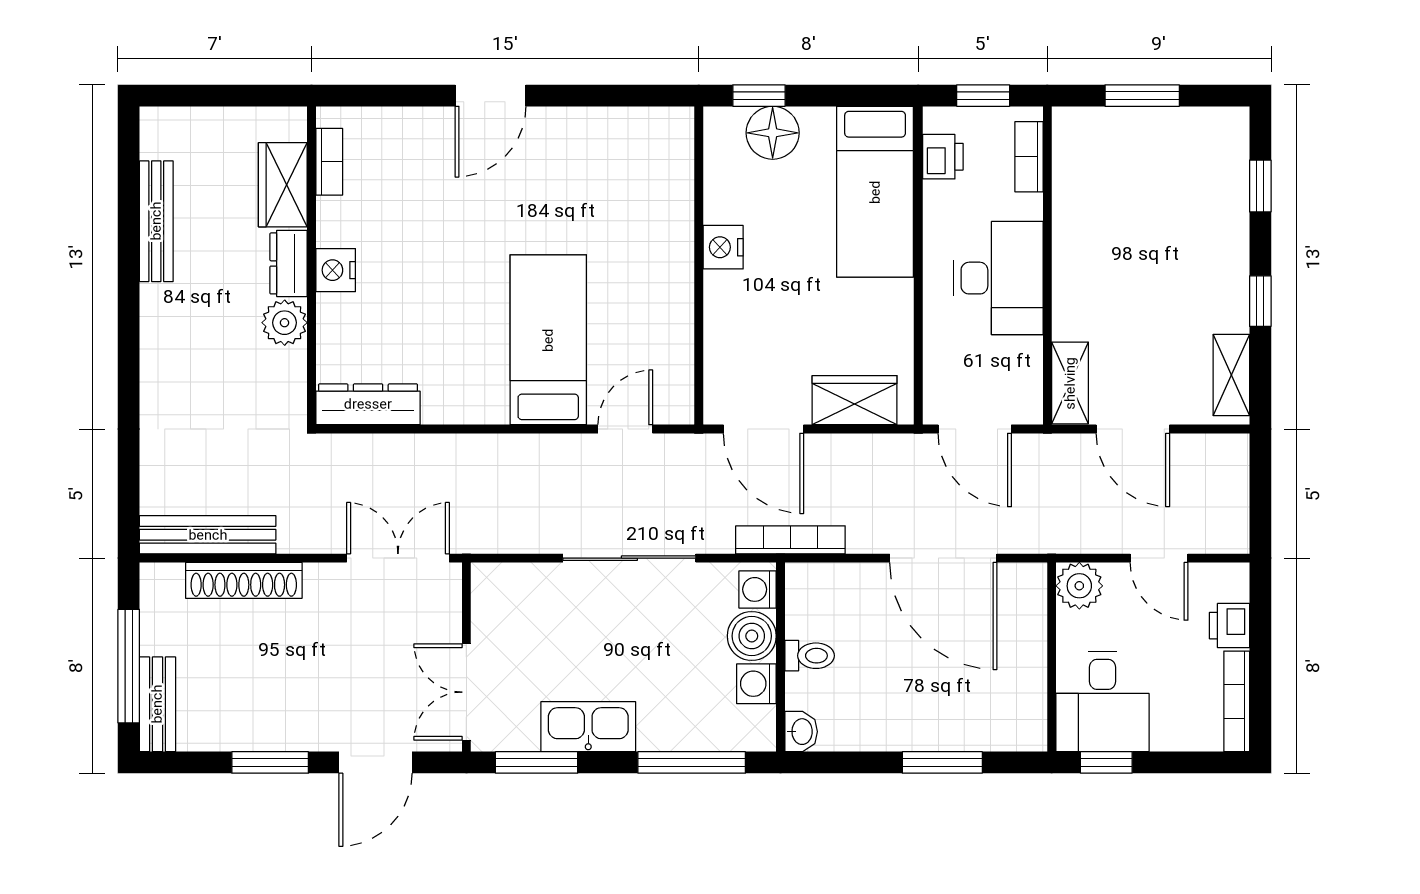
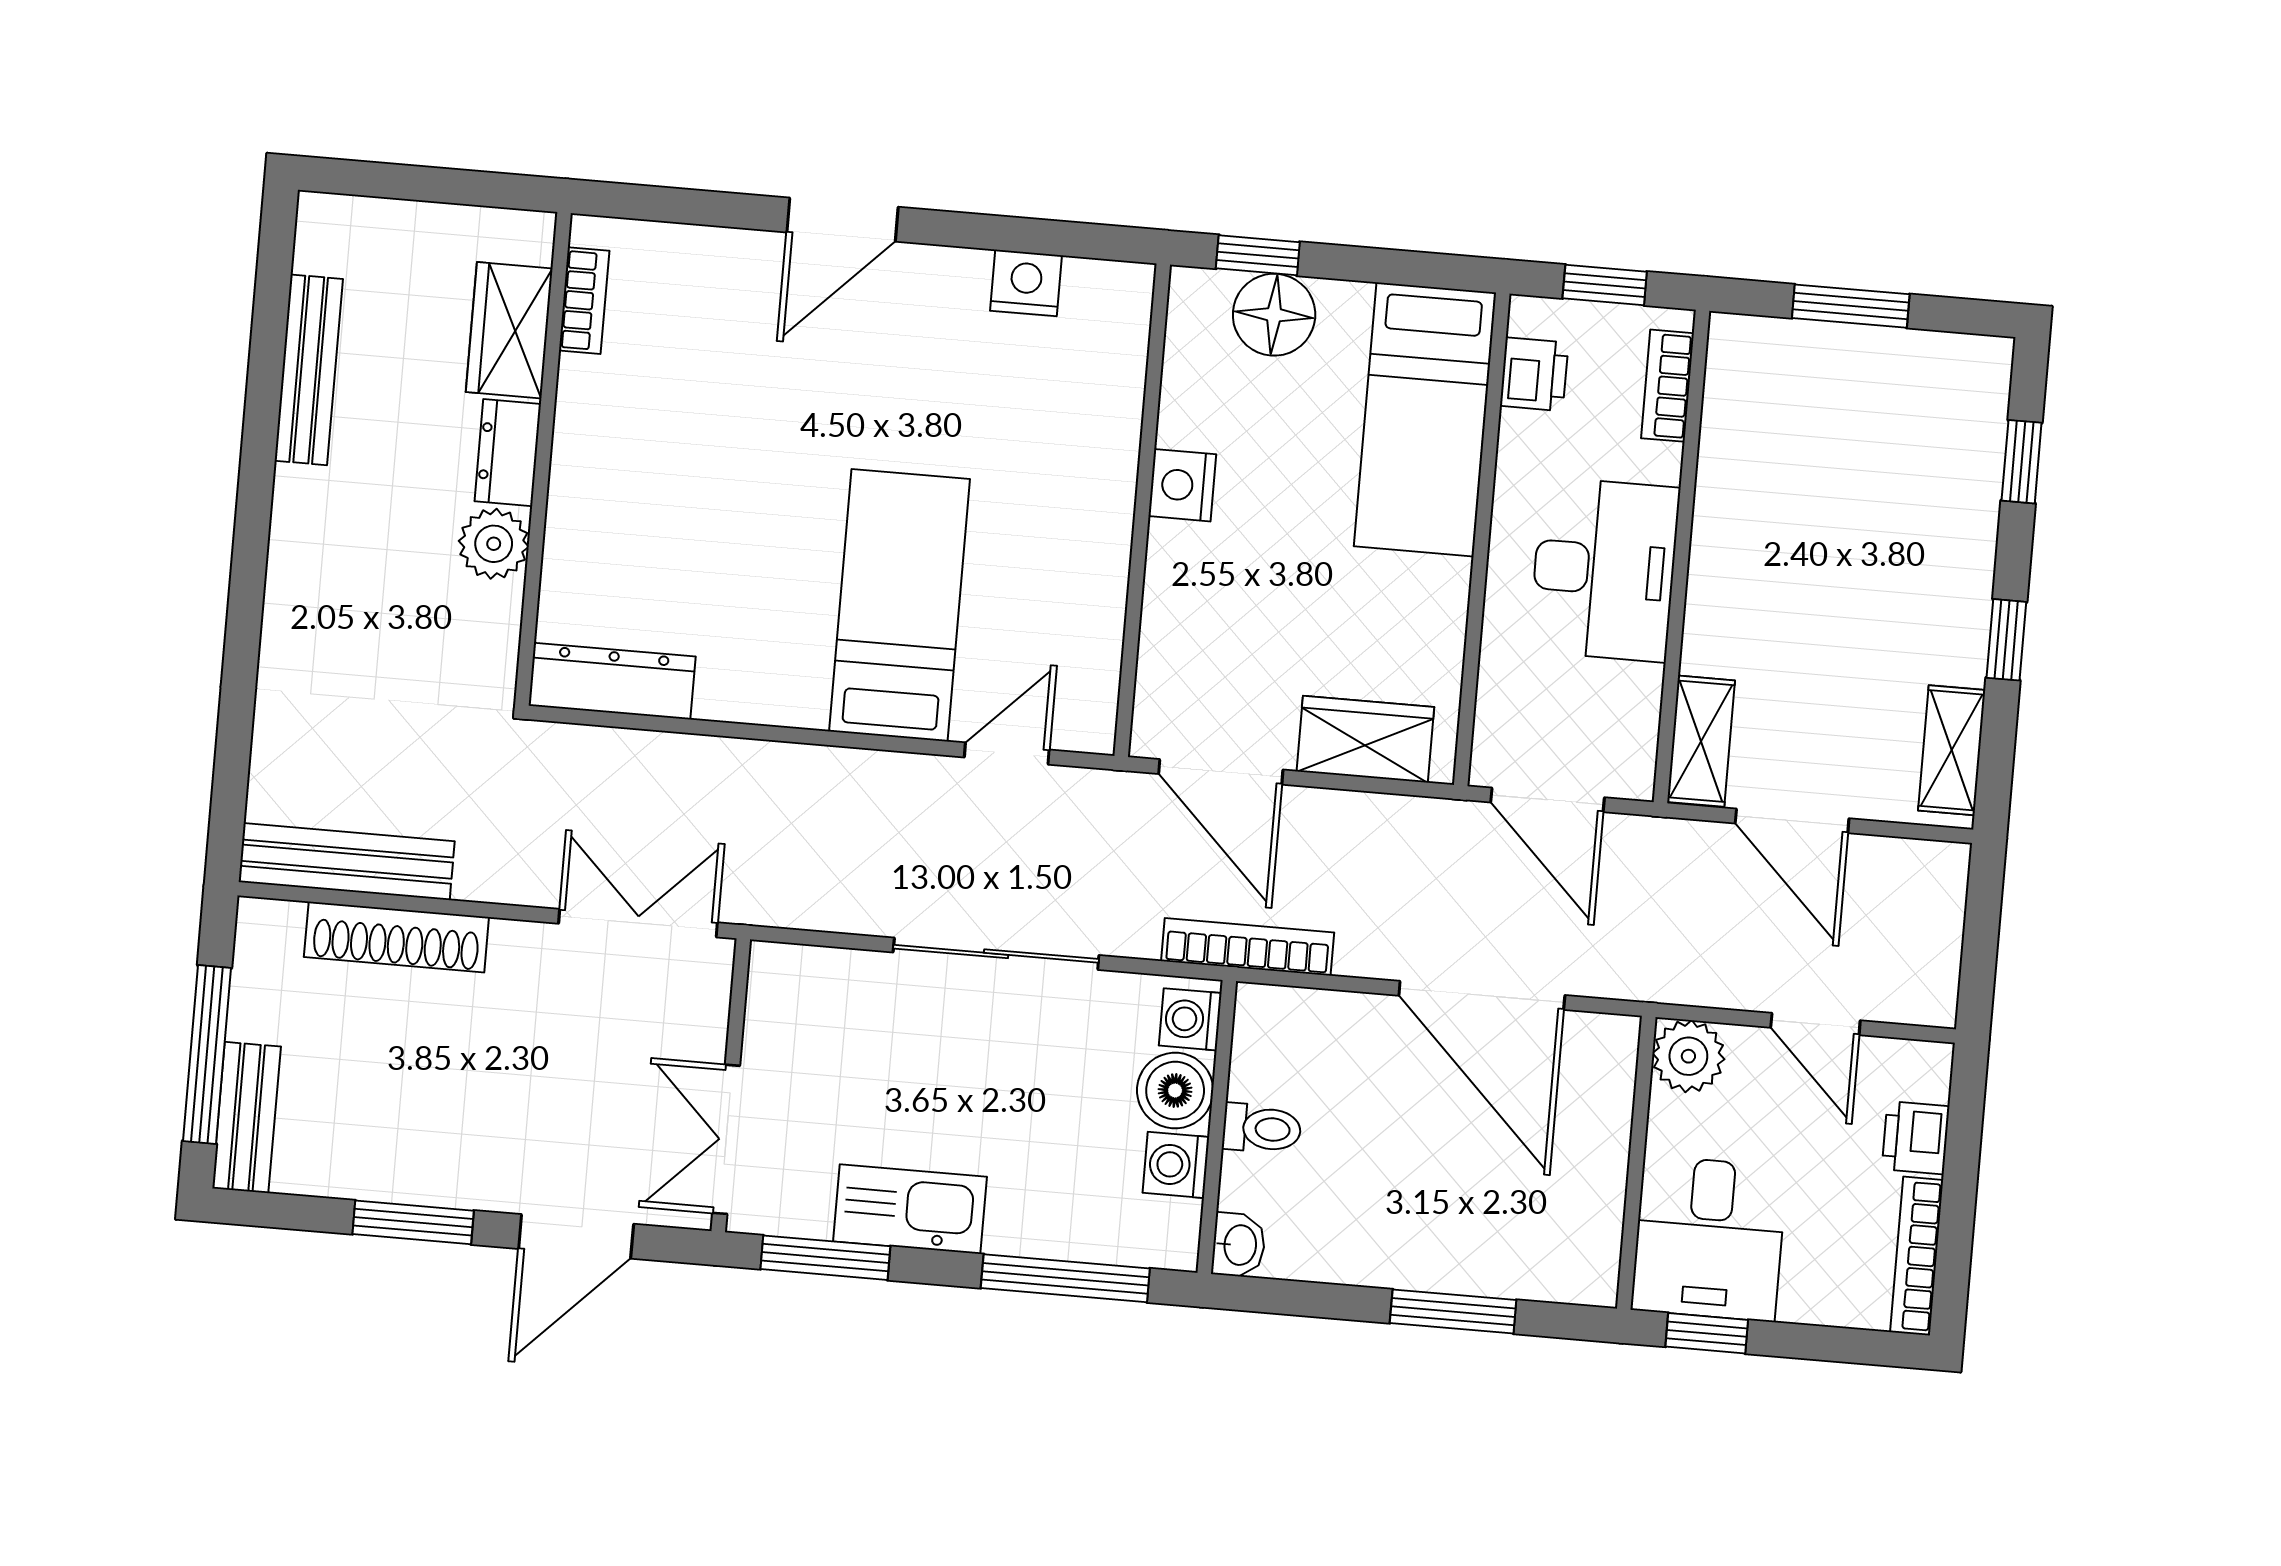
nightstand: (336, 270) -> (1026, 283), moved, turned 90

